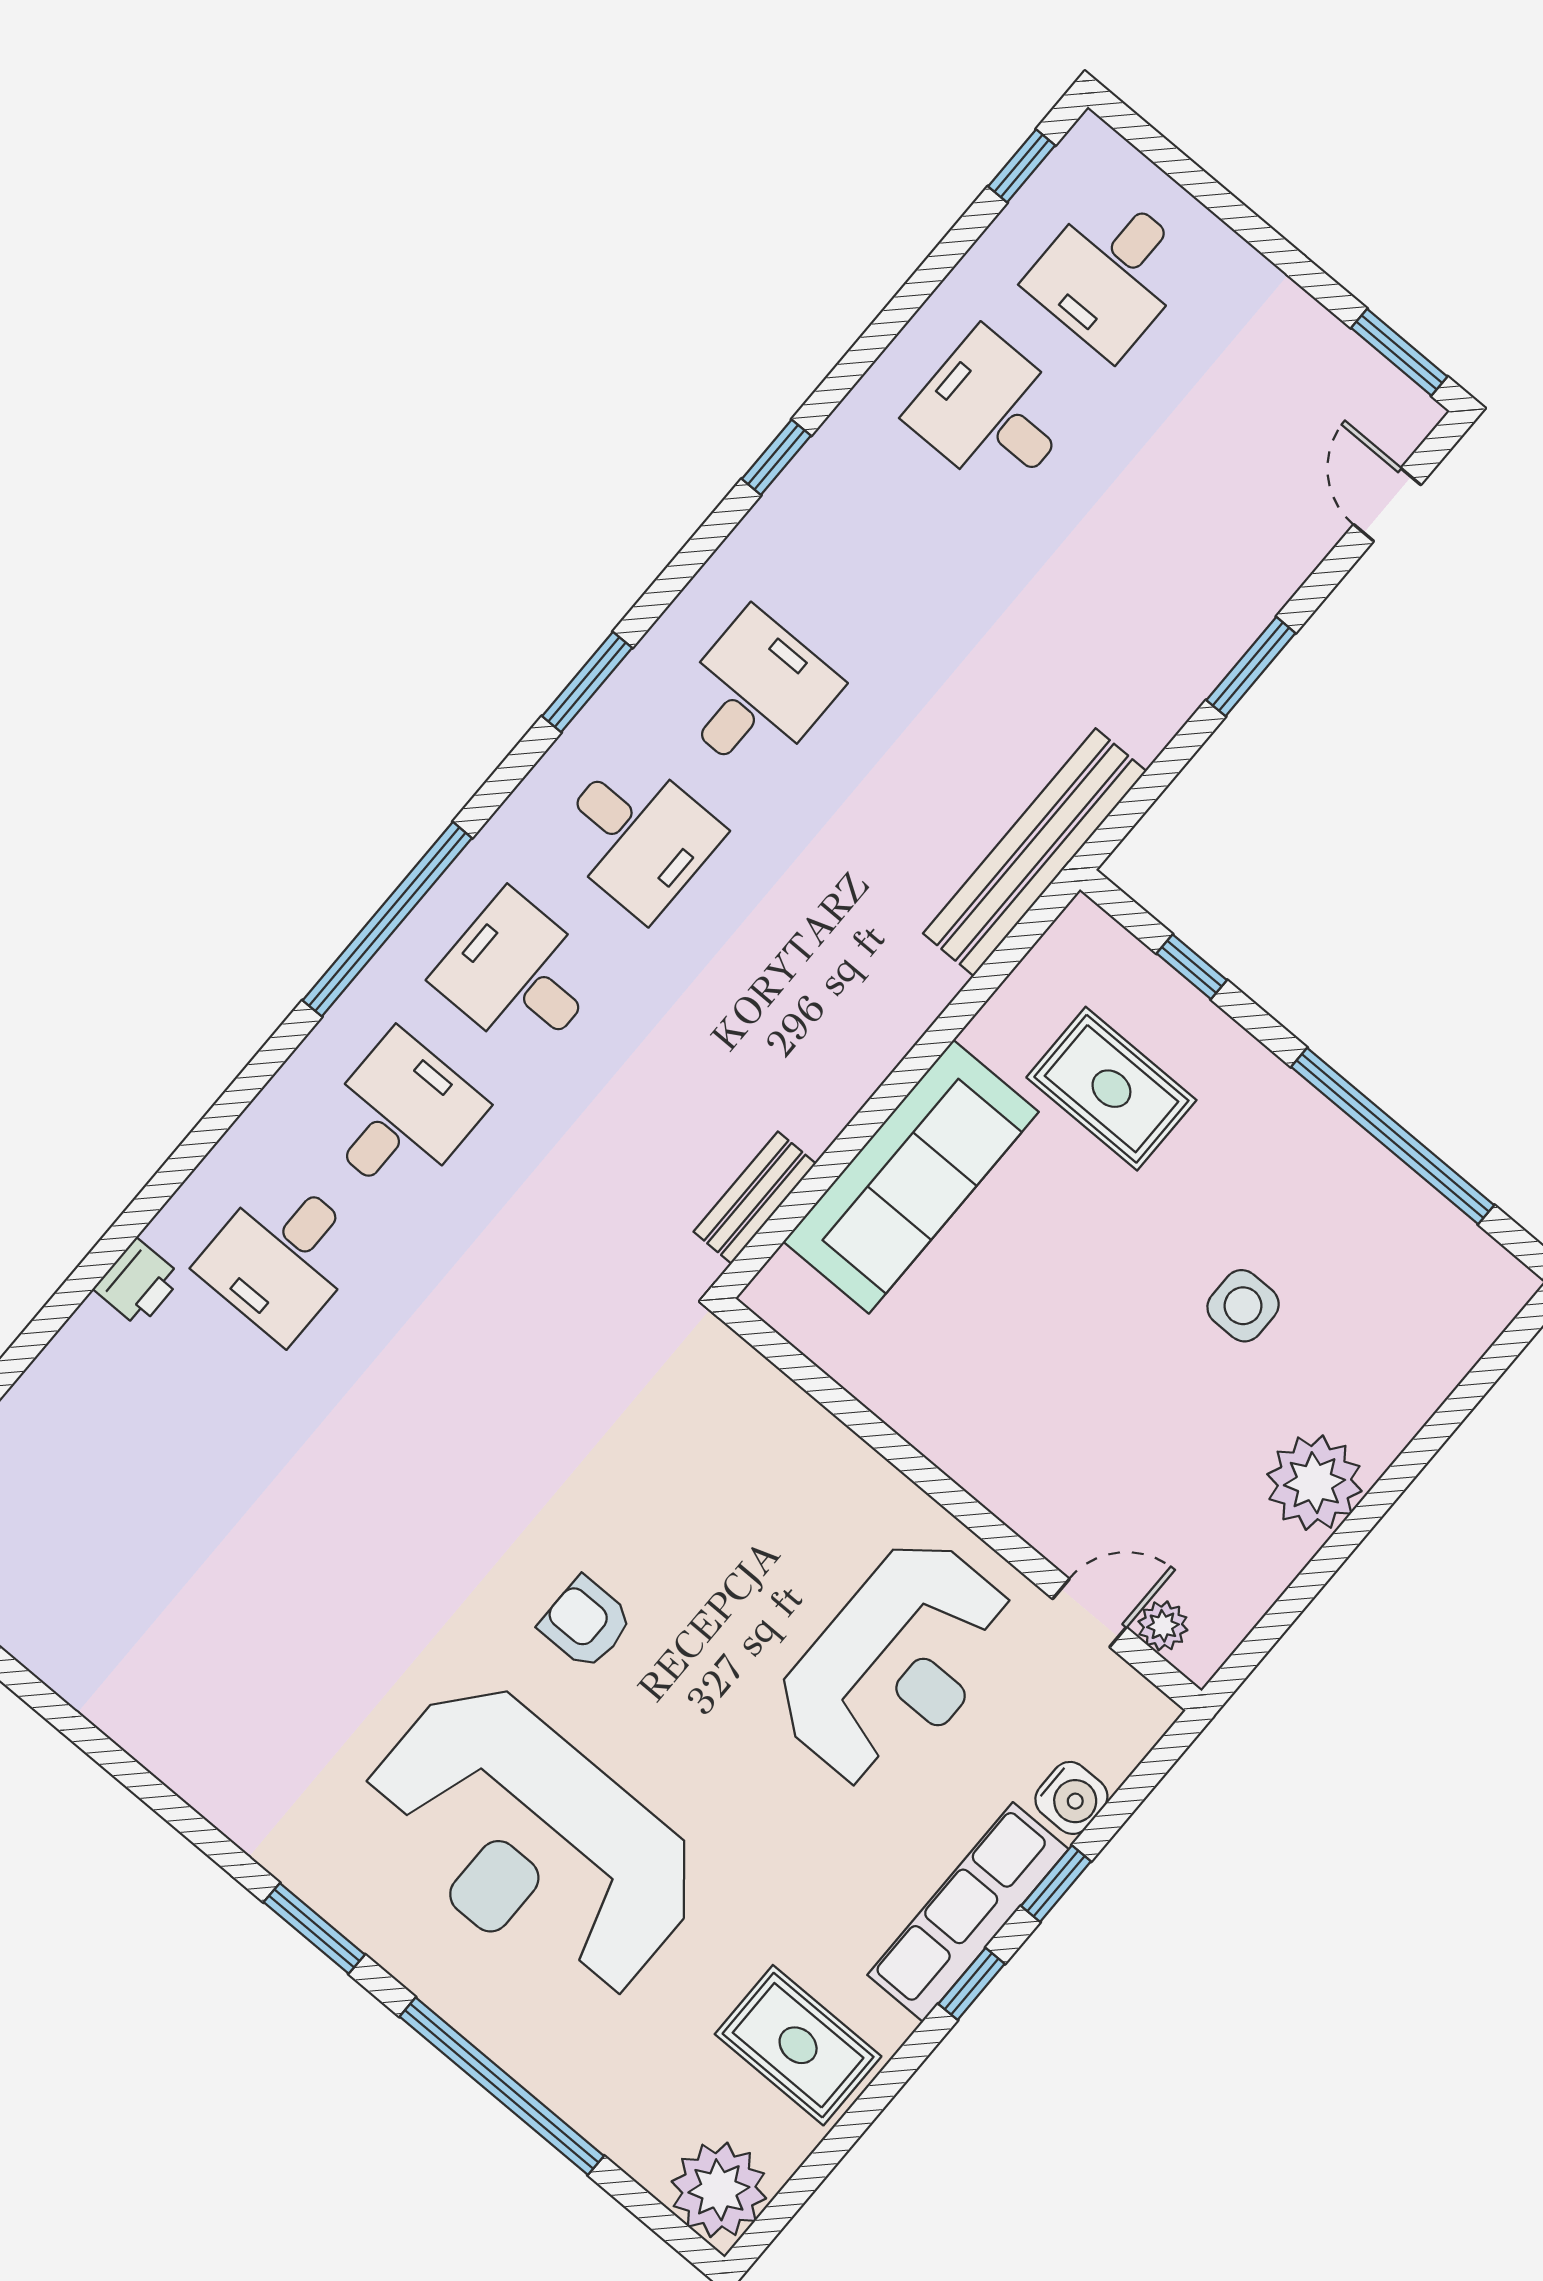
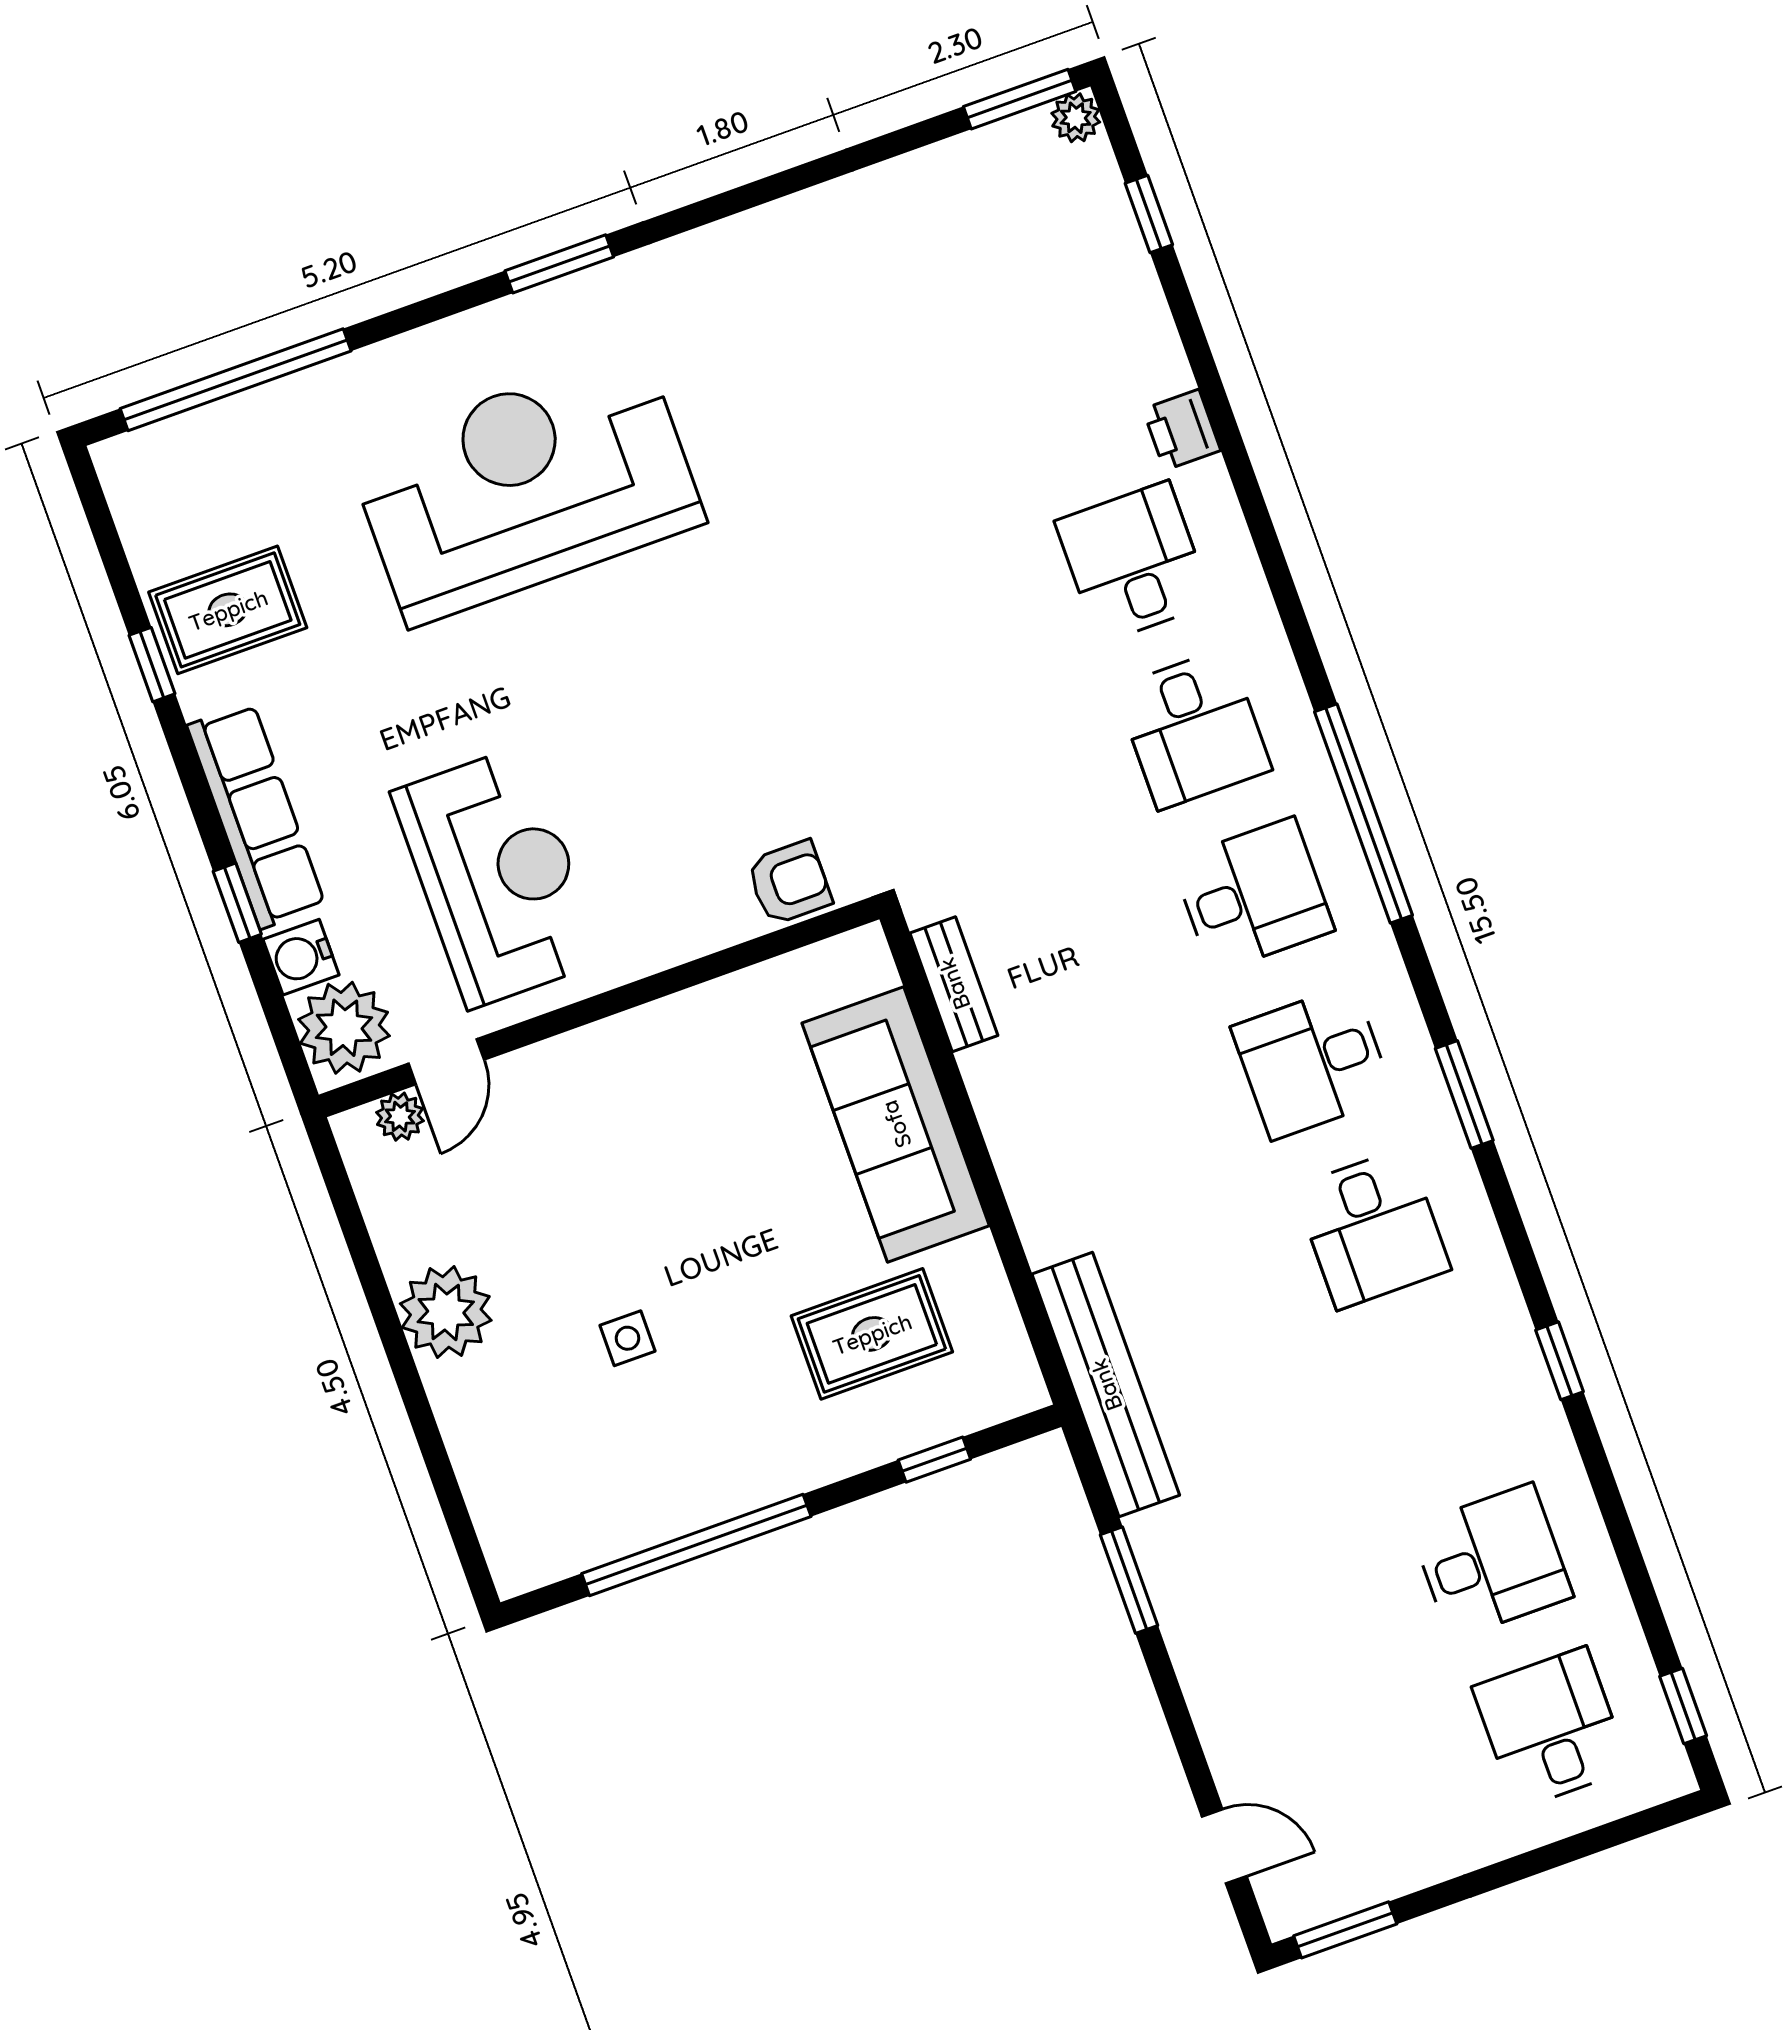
window: (1251, 667) -> (1129, 1580), moved
side table: (1243, 1306) -> (628, 1338), width x0.73, depth x0.73
armchair: (586, 1623) -> (789, 882), moved
reception desk: (897, 1664) -> (497, 877), turned 180
window: (972, 1984) -> (152, 665), moved
window: (502, 2086) -> (236, 380), moved
plant: (719, 2190) -> (344, 1028), moved

